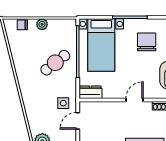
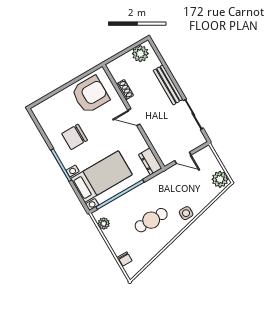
plant: (42, 24) -> (104, 224), moved
cafe table: (55, 63) -> (151, 220), moved, turned -52
side table: (63, 103) -> (186, 213), moved

